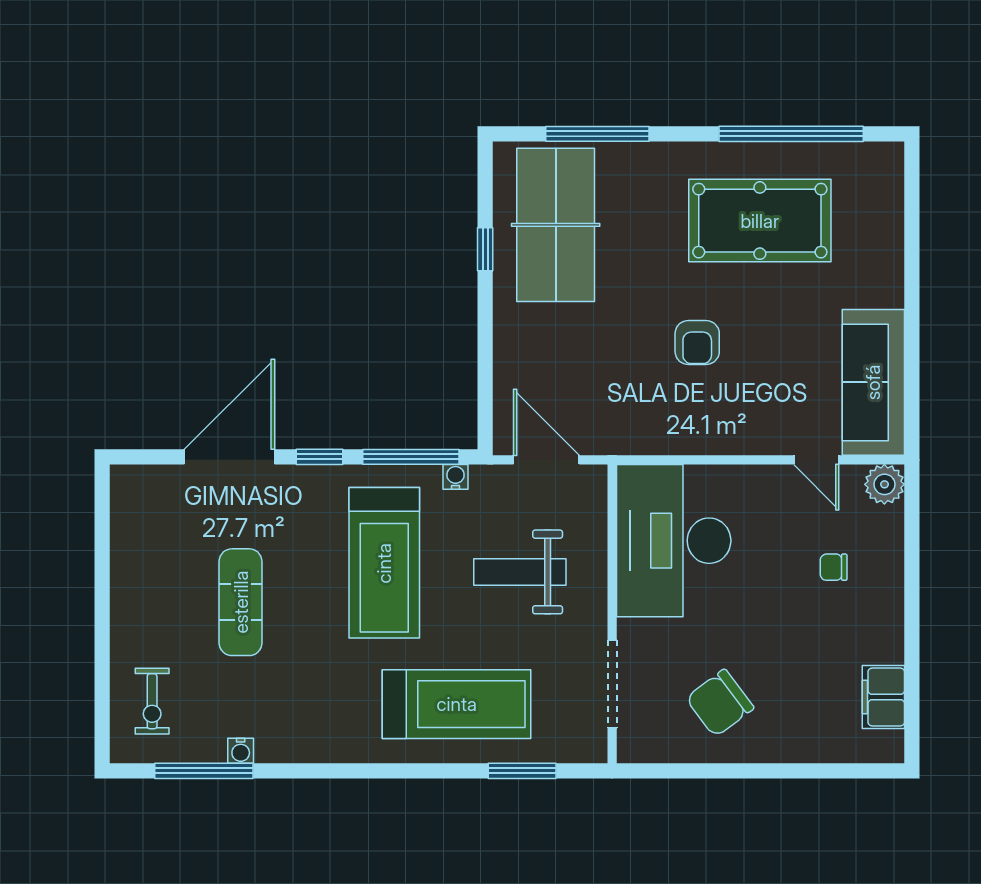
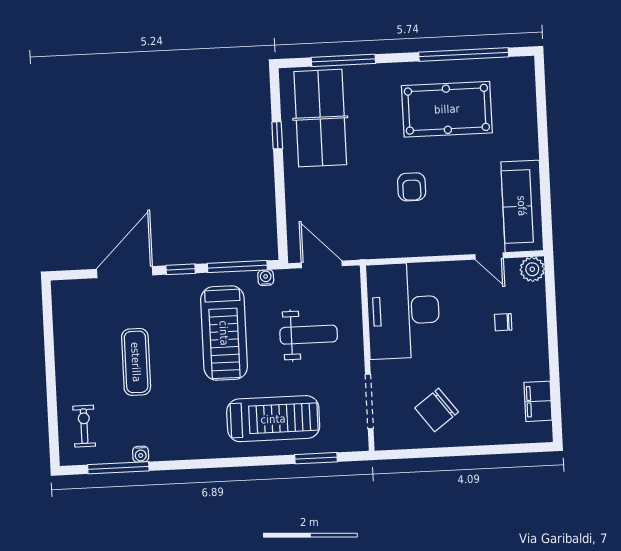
weight bench: (520, 572) -> (309, 335), turned 180
exercise bike: (152, 701) -> (84, 426), turned 180

